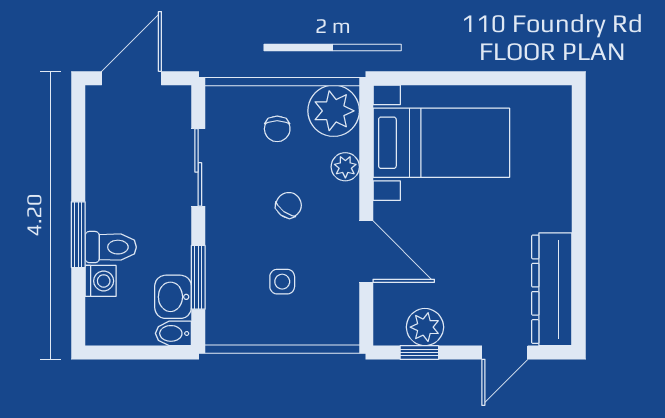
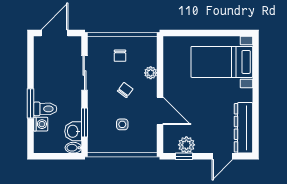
plant: (334, 111) -> (145, 48), removed
bed with nightstands: (441, 143) -> (222, 62), moved, turned 180

